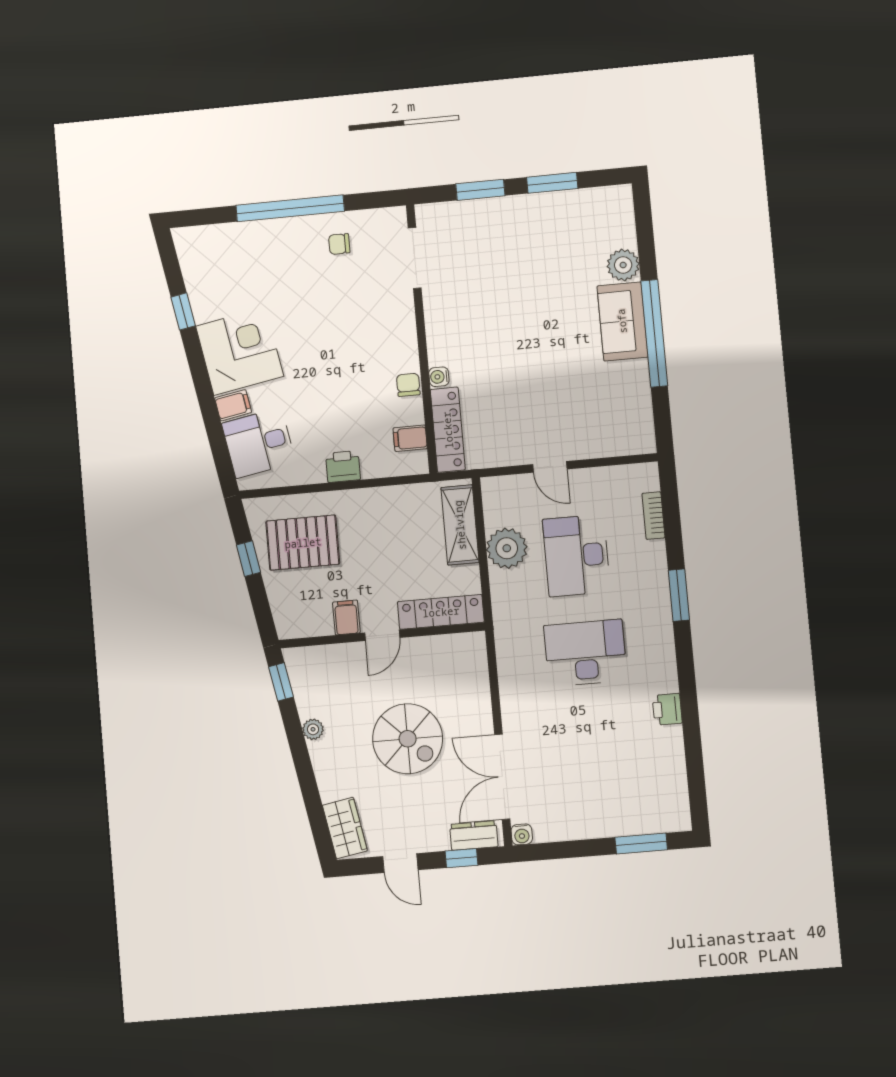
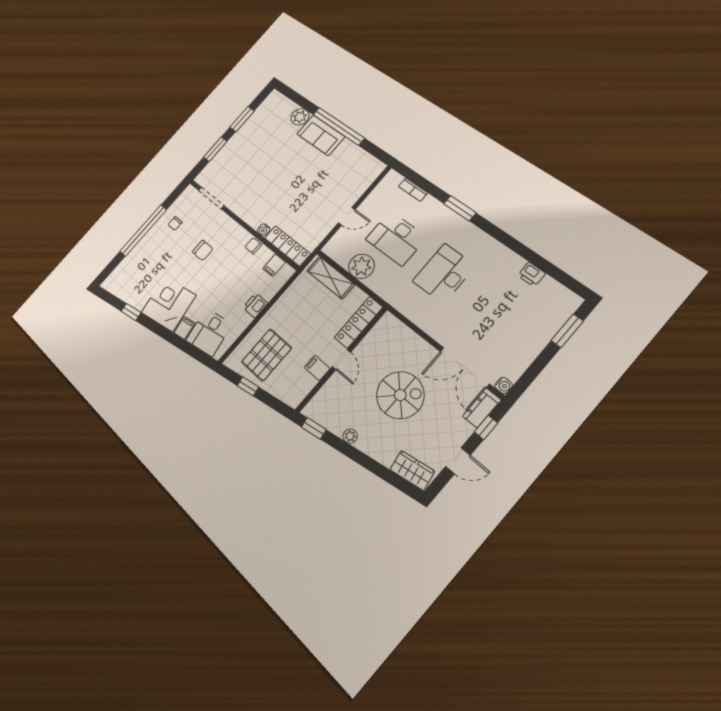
chair: (342, 323) -> (203, 250), added
printer: (667, 709) -> (532, 274), moved

